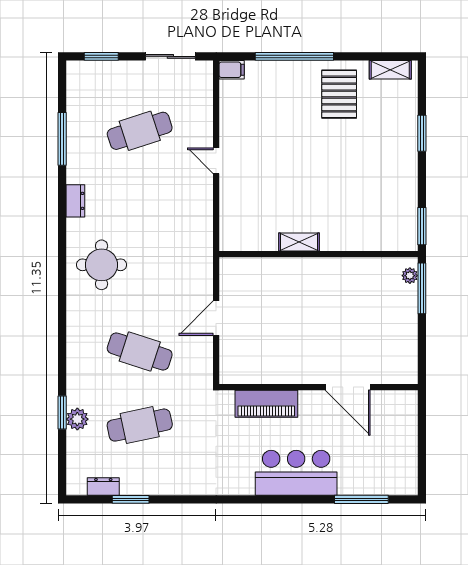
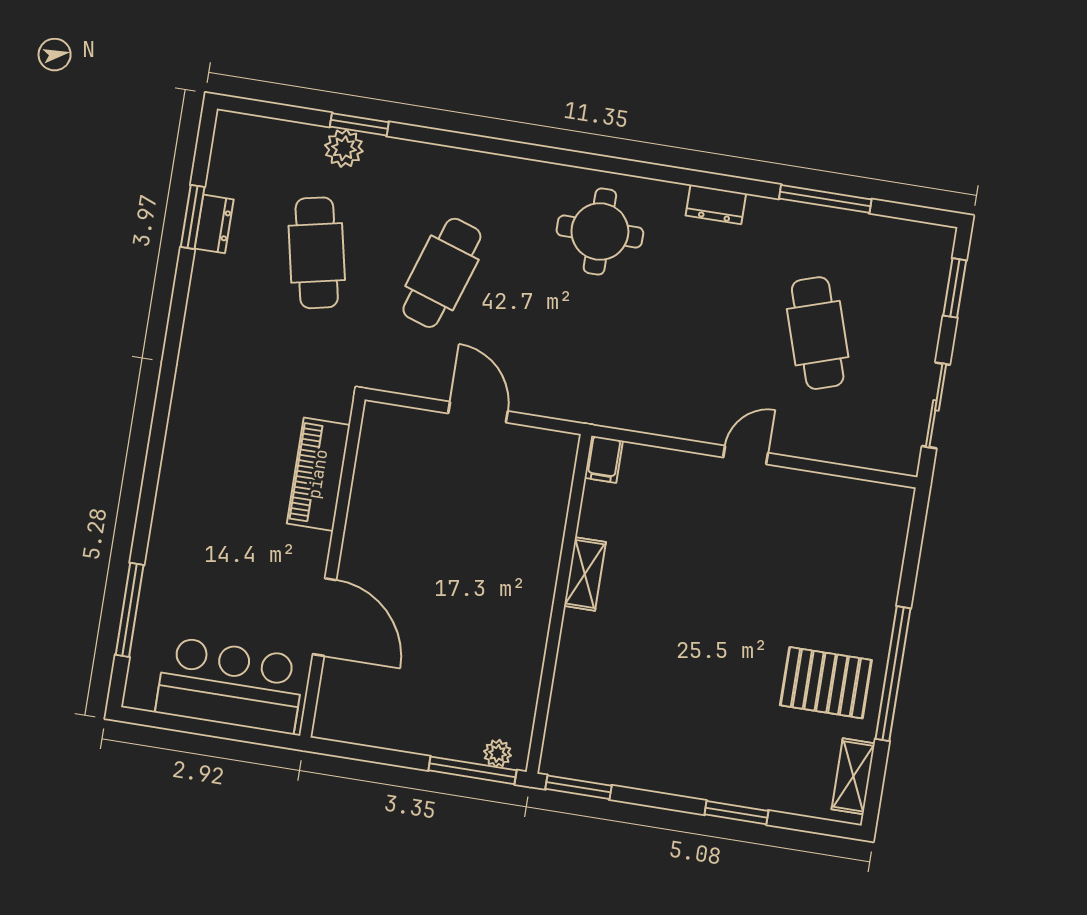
window: (294, 56) -> (893, 674), moved
filing cabinet: (232, 70) -> (604, 459), moved
door: (348, 387) -> (324, 617), swing flipped
bar counter: (296, 473) -> (230, 685), moved, turned -90
dresser: (103, 487) -> (214, 224), moved

